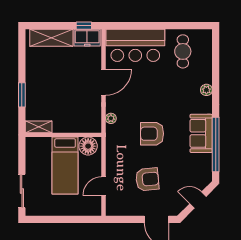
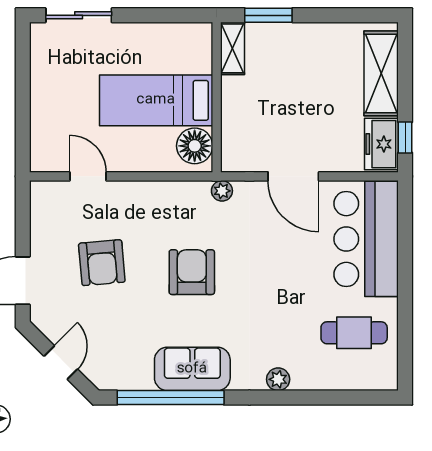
shelving: (39, 127) -> (233, 48), moved
wall: (63, 135) -> (217, 97), moved
floor lamp: (88, 146) -> (195, 146), moved
bed: (65, 166) -> (156, 100), moved

